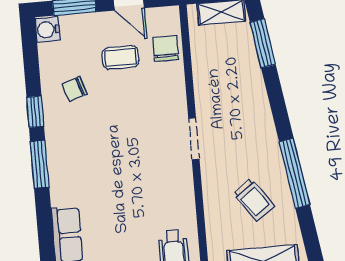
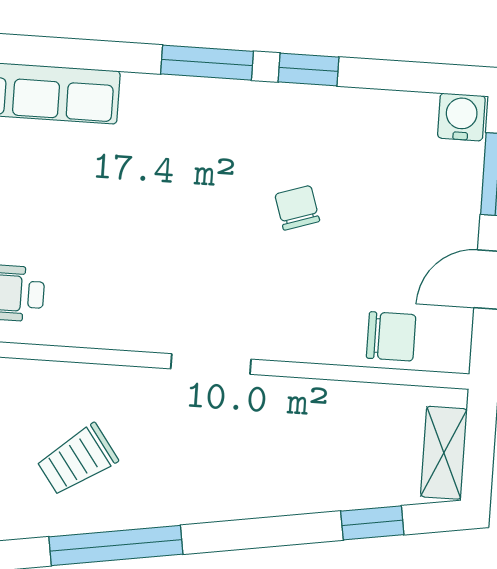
window: (263, 43) -> (372, 523), width x0.67
coffee table: (121, 57) -> (387, 248), removed
chair: (75, 89) -> (297, 208), moved

